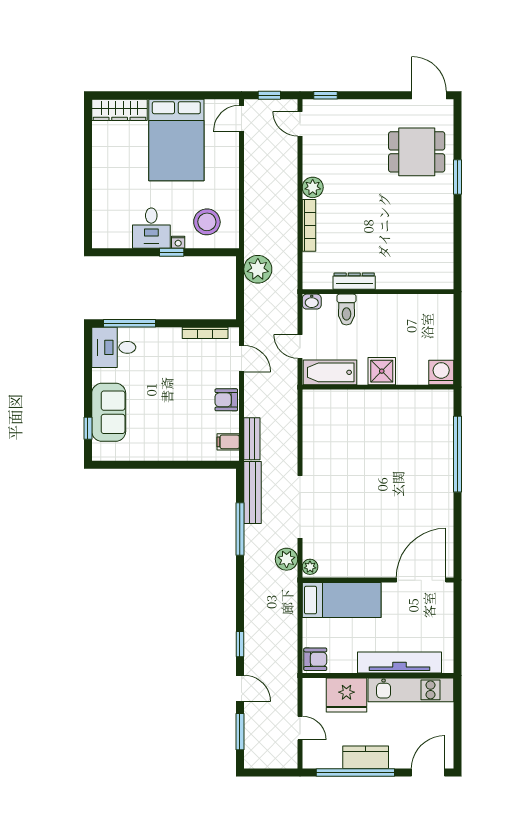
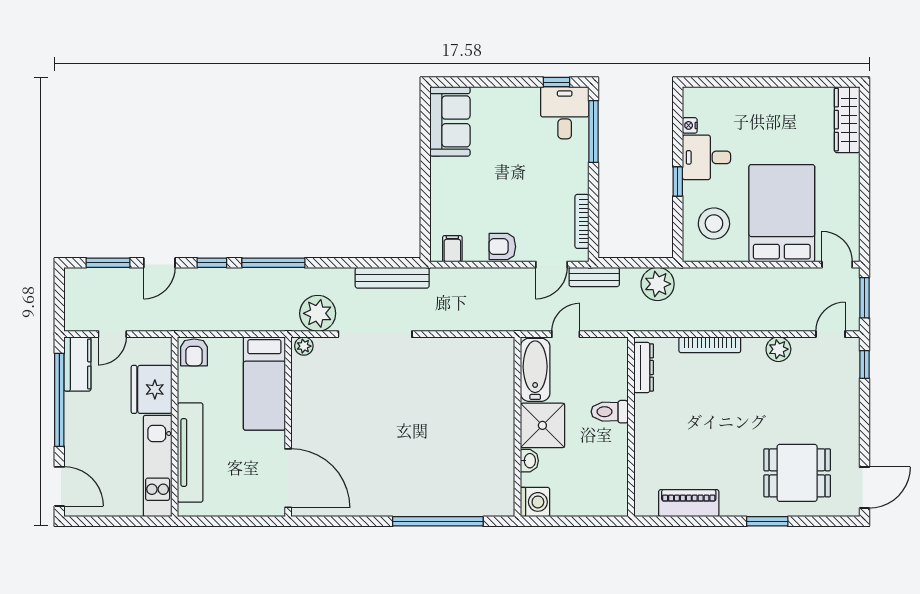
window: (269, 95) -> (864, 298), width x1.50
bed: (176, 140) -> (782, 213), moved, turned 90
dining table: (417, 152) -> (797, 473), turned 90
plant: (313, 187) -> (778, 349), moved
nightstand: (178, 242) -> (690, 125), moved
piano: (442, 243) -> (689, 503), added
dresser: (354, 281) -> (644, 367), moved
washbasin: (312, 302) -> (529, 461), moved, turned 180
toilet: (346, 310) -> (610, 412), moved
shower: (382, 371) -> (542, 425), width x1.36, depth x1.36
armchair: (226, 400) -> (502, 247), turned -90
sofa: (109, 412) -> (450, 121), moved, turned -90
window: (88, 428) -> (557, 82), moved
bench: (252, 439) -> (594, 277), moved
window: (240, 529) -> (273, 263), moved
plant: (287, 559) -> (318, 313), width x1.36, depth x1.36
kitchen counter: (366, 757) -> (77, 364), moved

